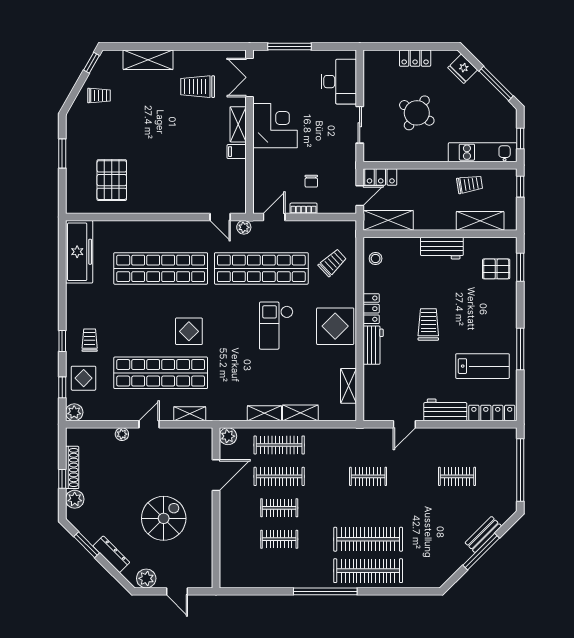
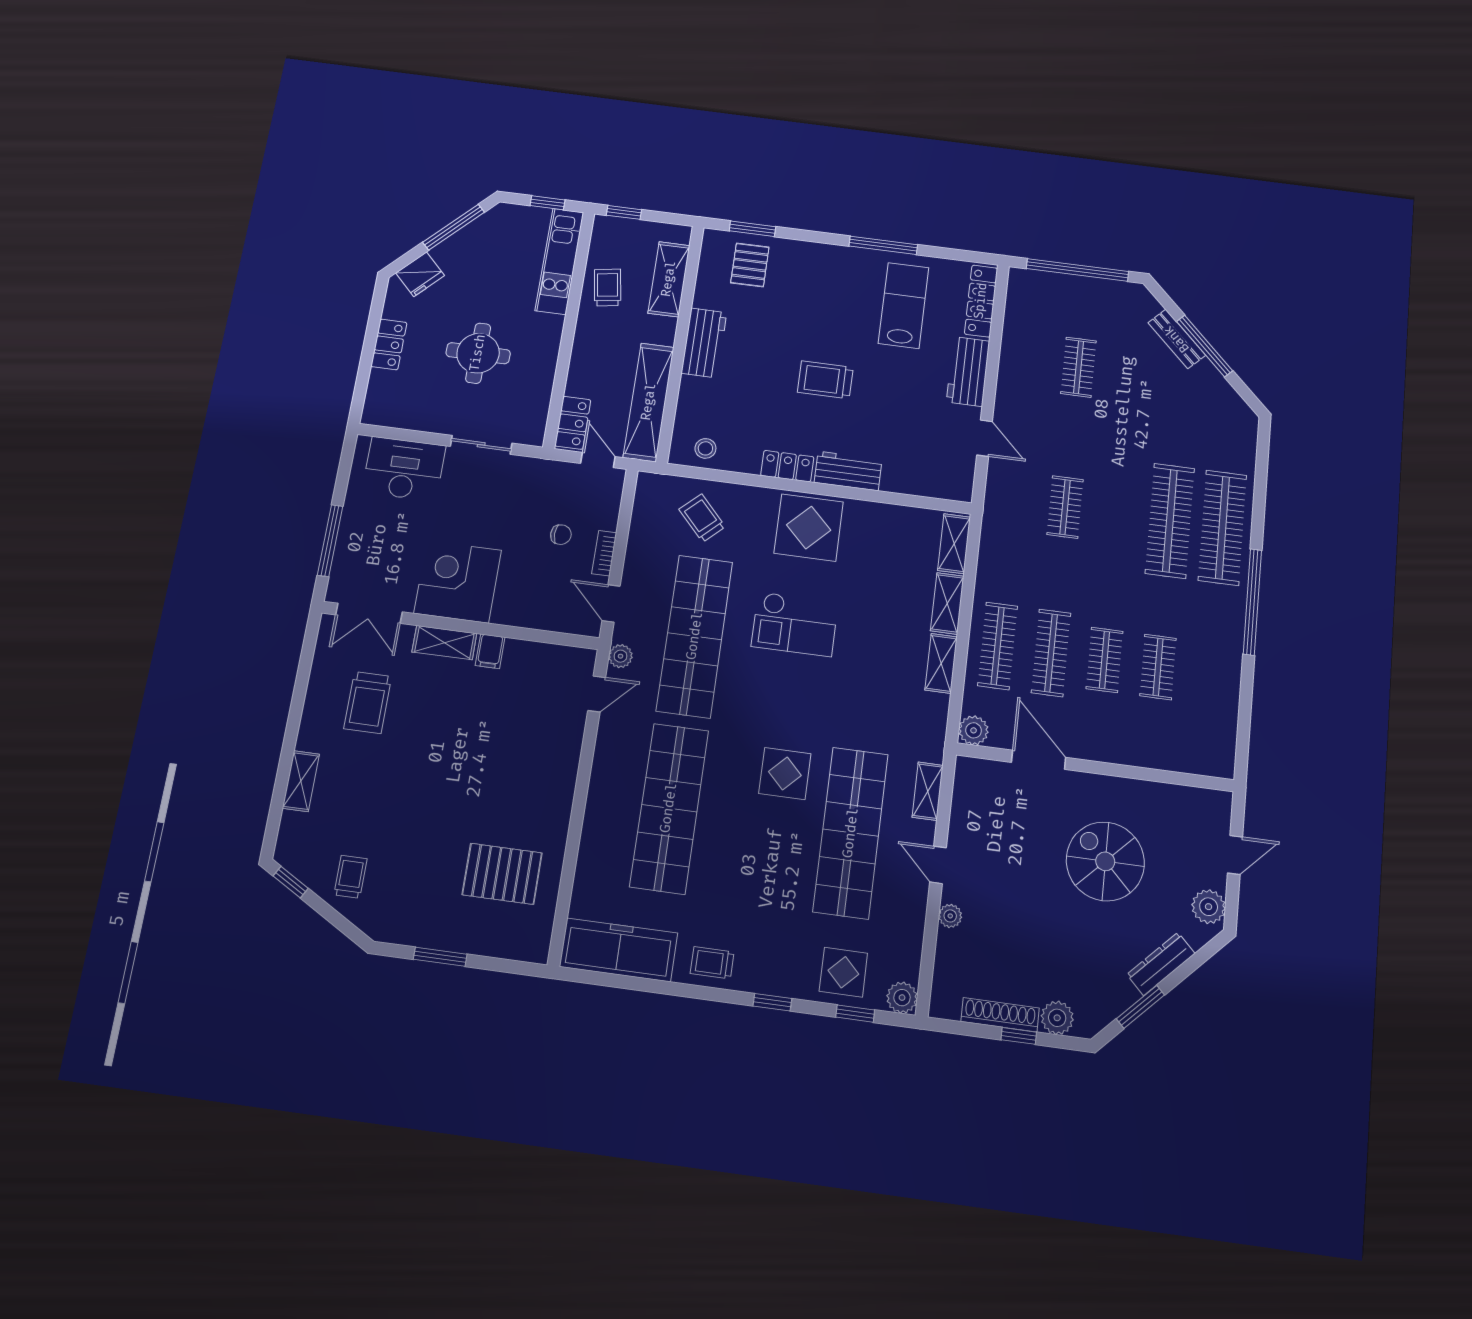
shelving: (148, 60) -> (301, 781), width x0.67, depth x0.75
round table: (417, 113) -> (478, 353), turned -32
shelving: (388, 220) -> (649, 402), width x1.47
trolley: (90, 340) -> (712, 963), moved
shelving: (349, 386) -> (954, 544), moved, turned 90

